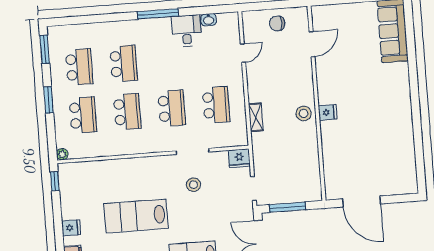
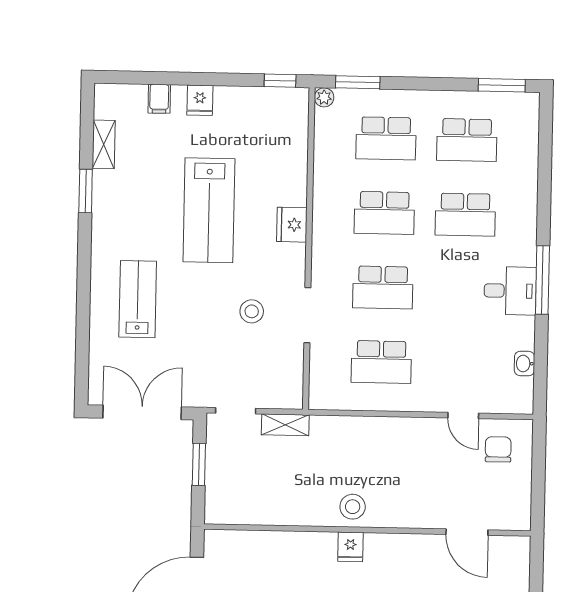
chair: (277, 23) -> (498, 449), moved
desk: (186, 31) -> (510, 291), moved
window: (49, 100) -> (358, 82), moved
shelving: (256, 117) -> (285, 425), moved
fridge: (239, 158) -> (292, 225), moved
window: (287, 207) -> (199, 464), width x0.69
lab bench: (136, 216) -> (209, 210), turned 180

